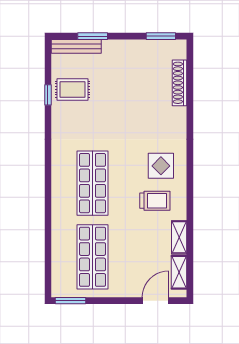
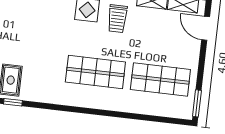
trolley: (155, 201) -> (117, 19), turned 180

